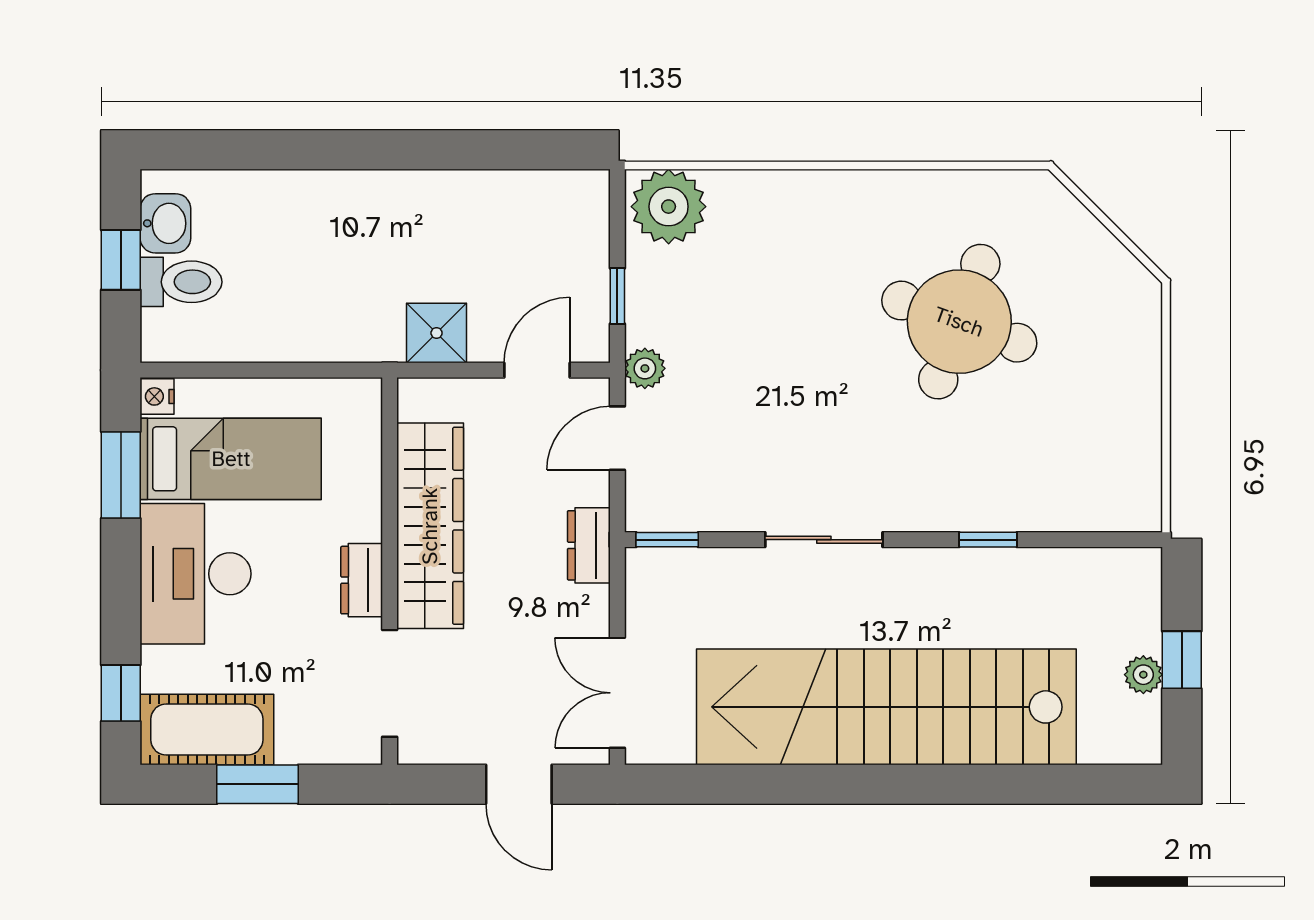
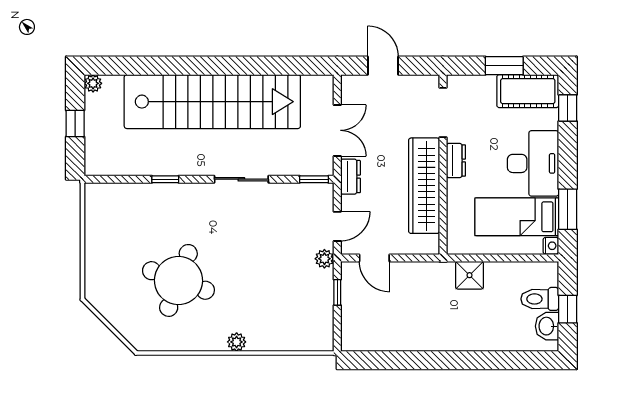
plant: (669, 207) -> (237, 342), moved, width x0.53, depth x0.53
shower: (437, 333) -> (470, 275), moved
door: (537, 370) -> (374, 258), hinge flipped
plant: (1143, 675) -> (93, 83), moved
double door: (617, 693) -> (337, 130), moved

